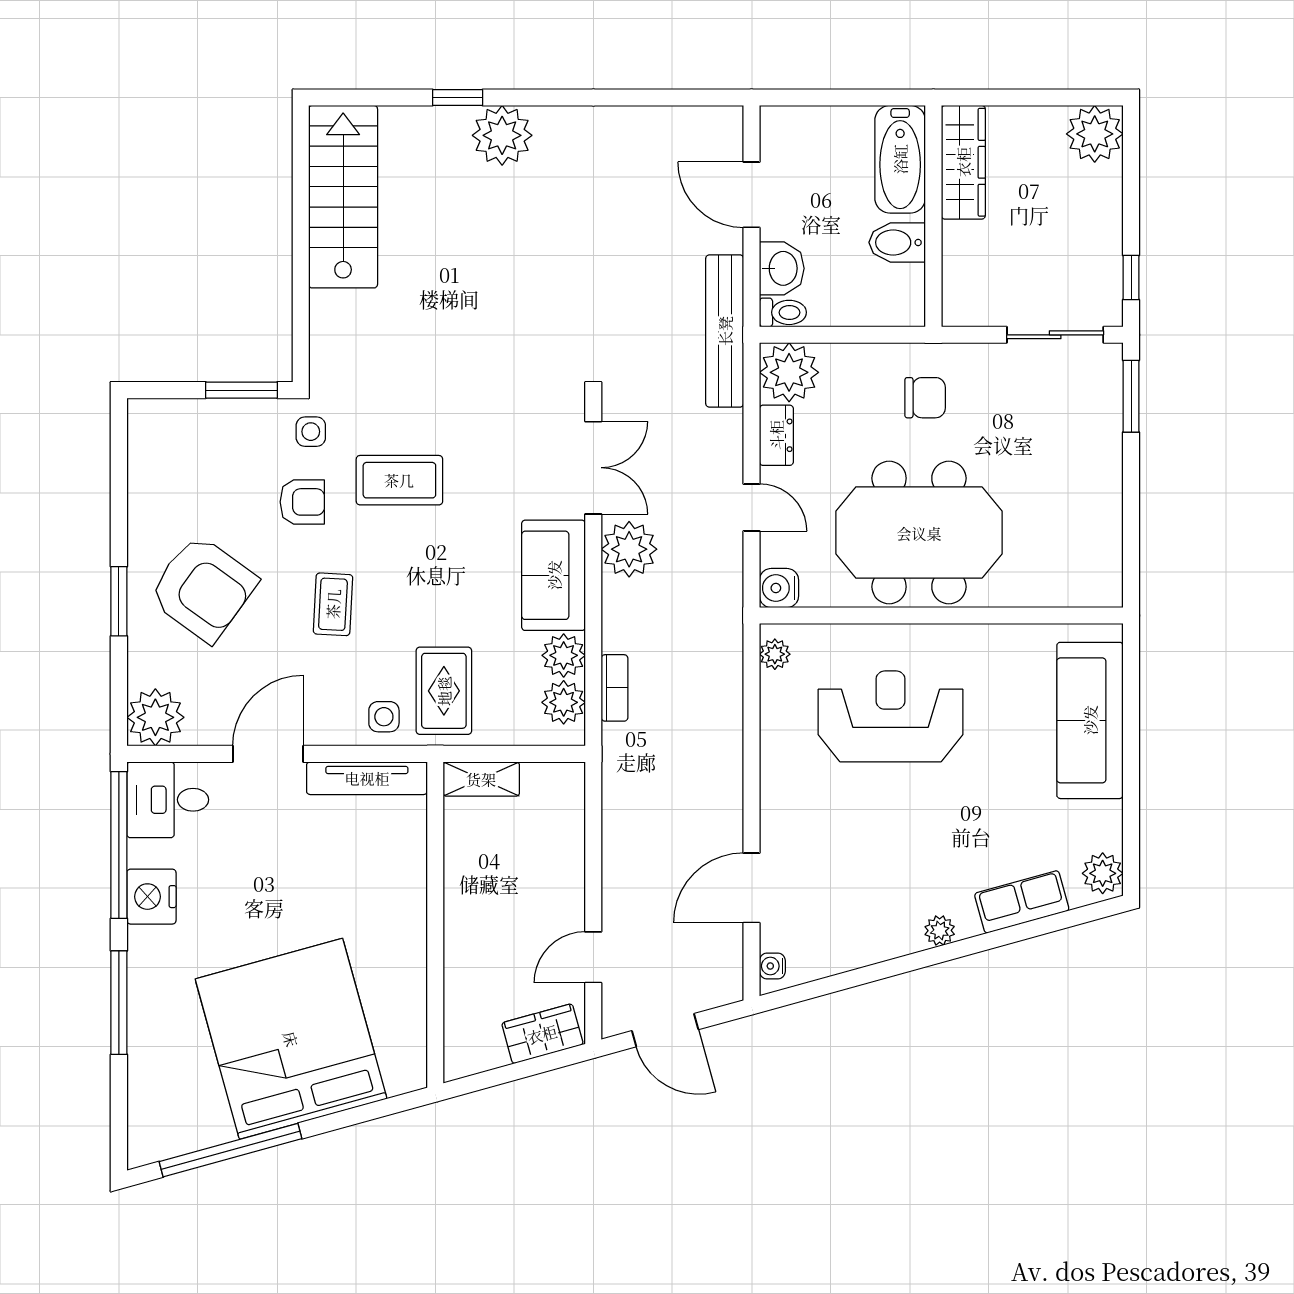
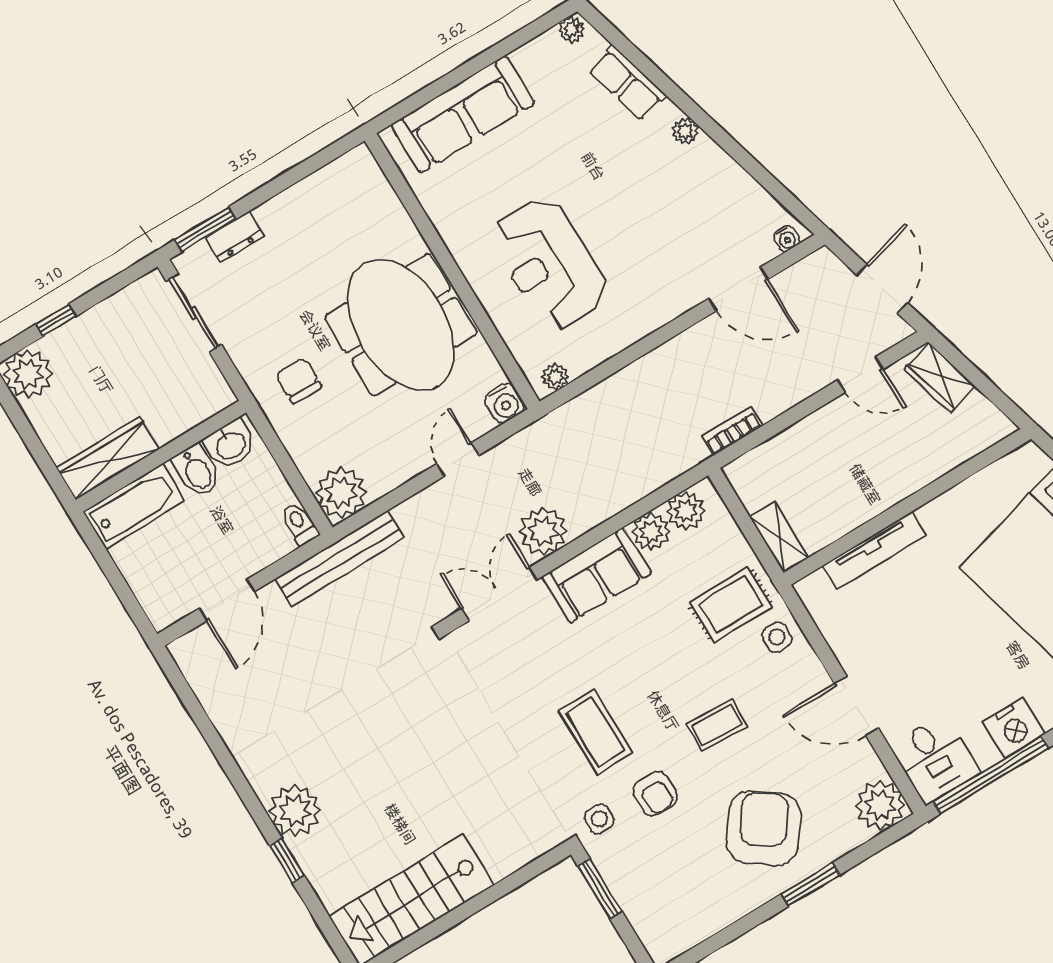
washbasin: (782, 268) -> (230, 445), moved, turned 180
window: (1131, 278) -> (56, 320), moved
dresser: (776, 435) -> (235, 237), moved, turned 180
armchair: (302, 502) -> (655, 794), turned 180
bookcase: (615, 688) -> (732, 431), moved
tv unit: (367, 778) -> (874, 551), moved, turned 90
plant: (1103, 873) -> (572, 30), width x0.73, depth x0.73

